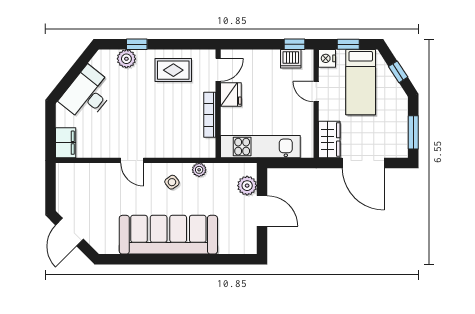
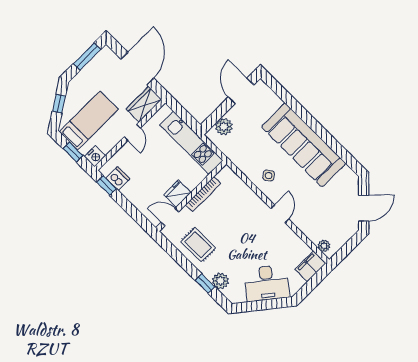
door: (316, 92) -> (132, 132), moved
plant: (199, 170) -> (324, 246), moved
door: (262, 211) -> (241, 91), moved

